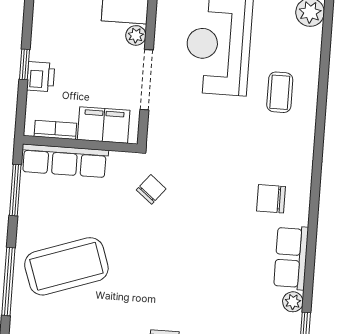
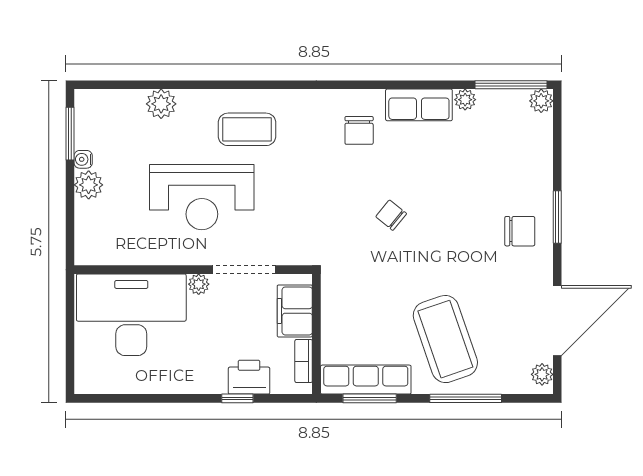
printer: (41, 77) -> (249, 377), width x1.36, depth x1.24
coffee table: (280, 92) -> (247, 129), width x1.36, depth x1.30
row of seats: (65, 161) -> (366, 380), moved, turned -90
chair: (151, 189) -> (391, 215), moved

